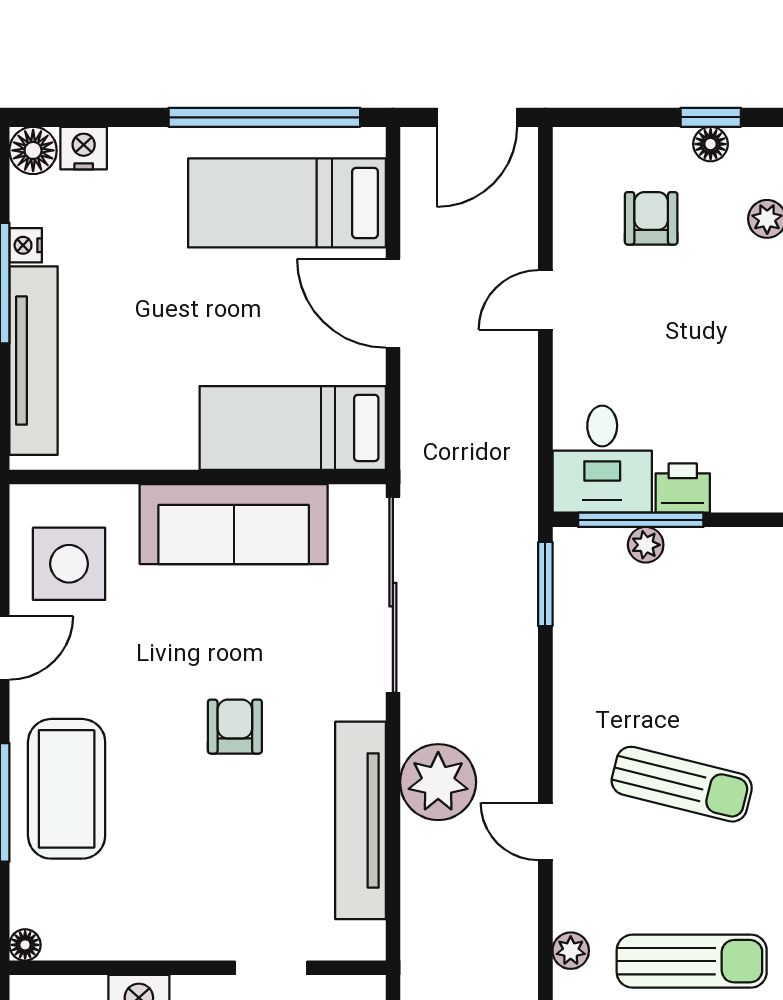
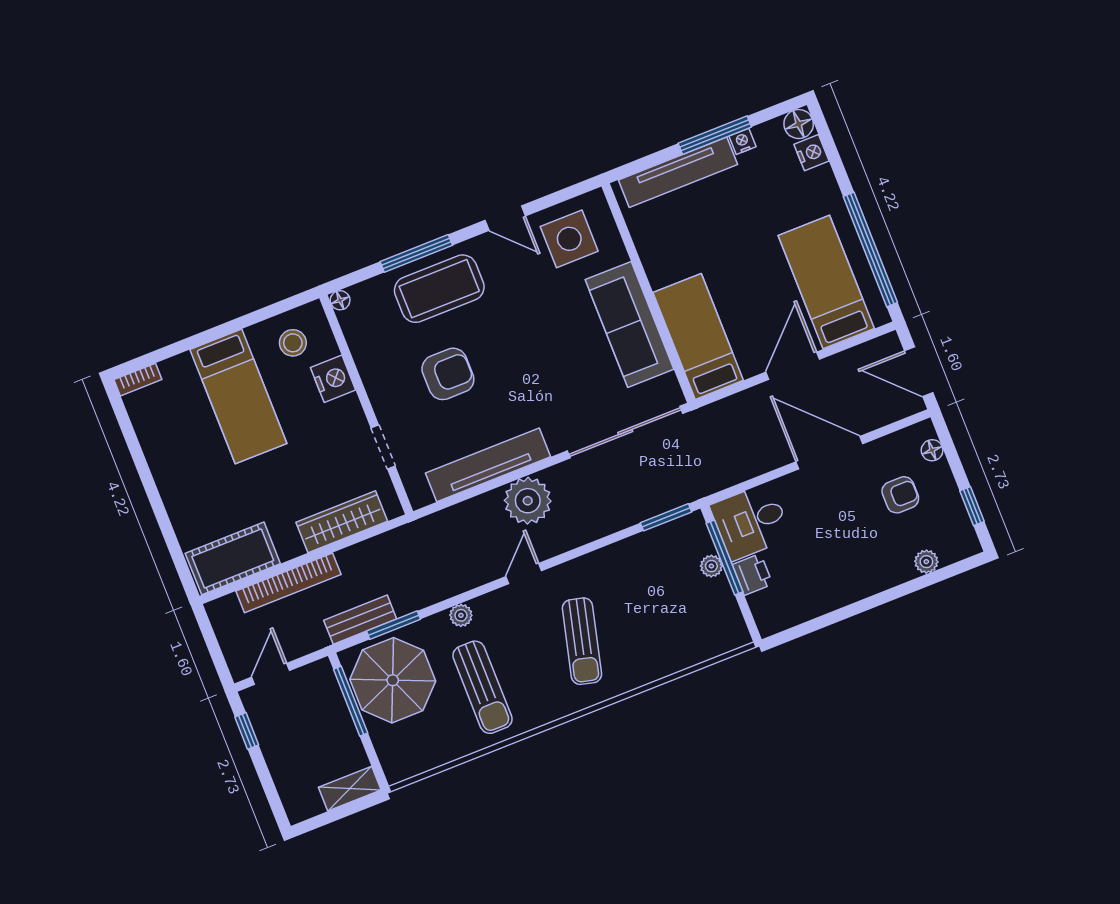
floor lamp: (711, 144) -> (932, 450), moved
door: (545, 300) -> (829, 453), width x1.87
armchair: (235, 727) -> (448, 374), moved, width x1.38, depth x1.38

